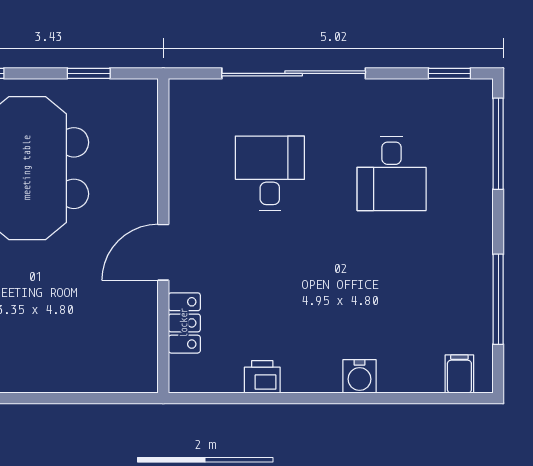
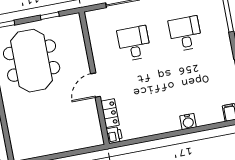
desk: (392, 173) -> (185, 34), turned 180
printer: (262, 377) -> (114, 135), moved, turned 90

